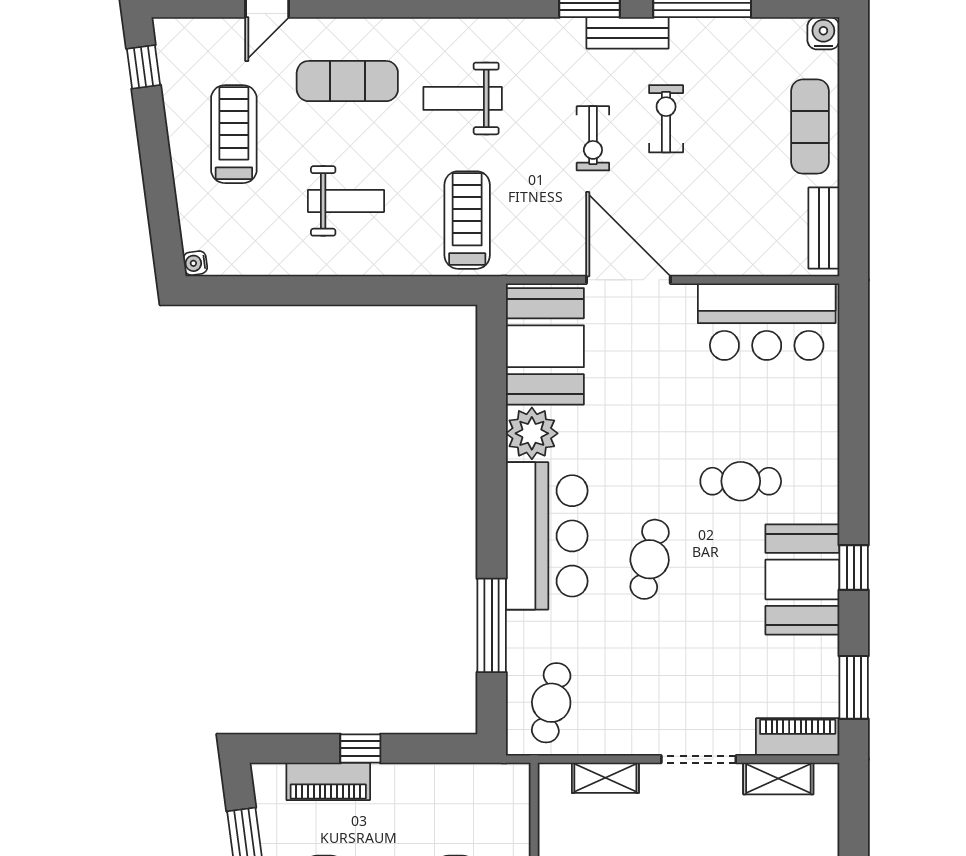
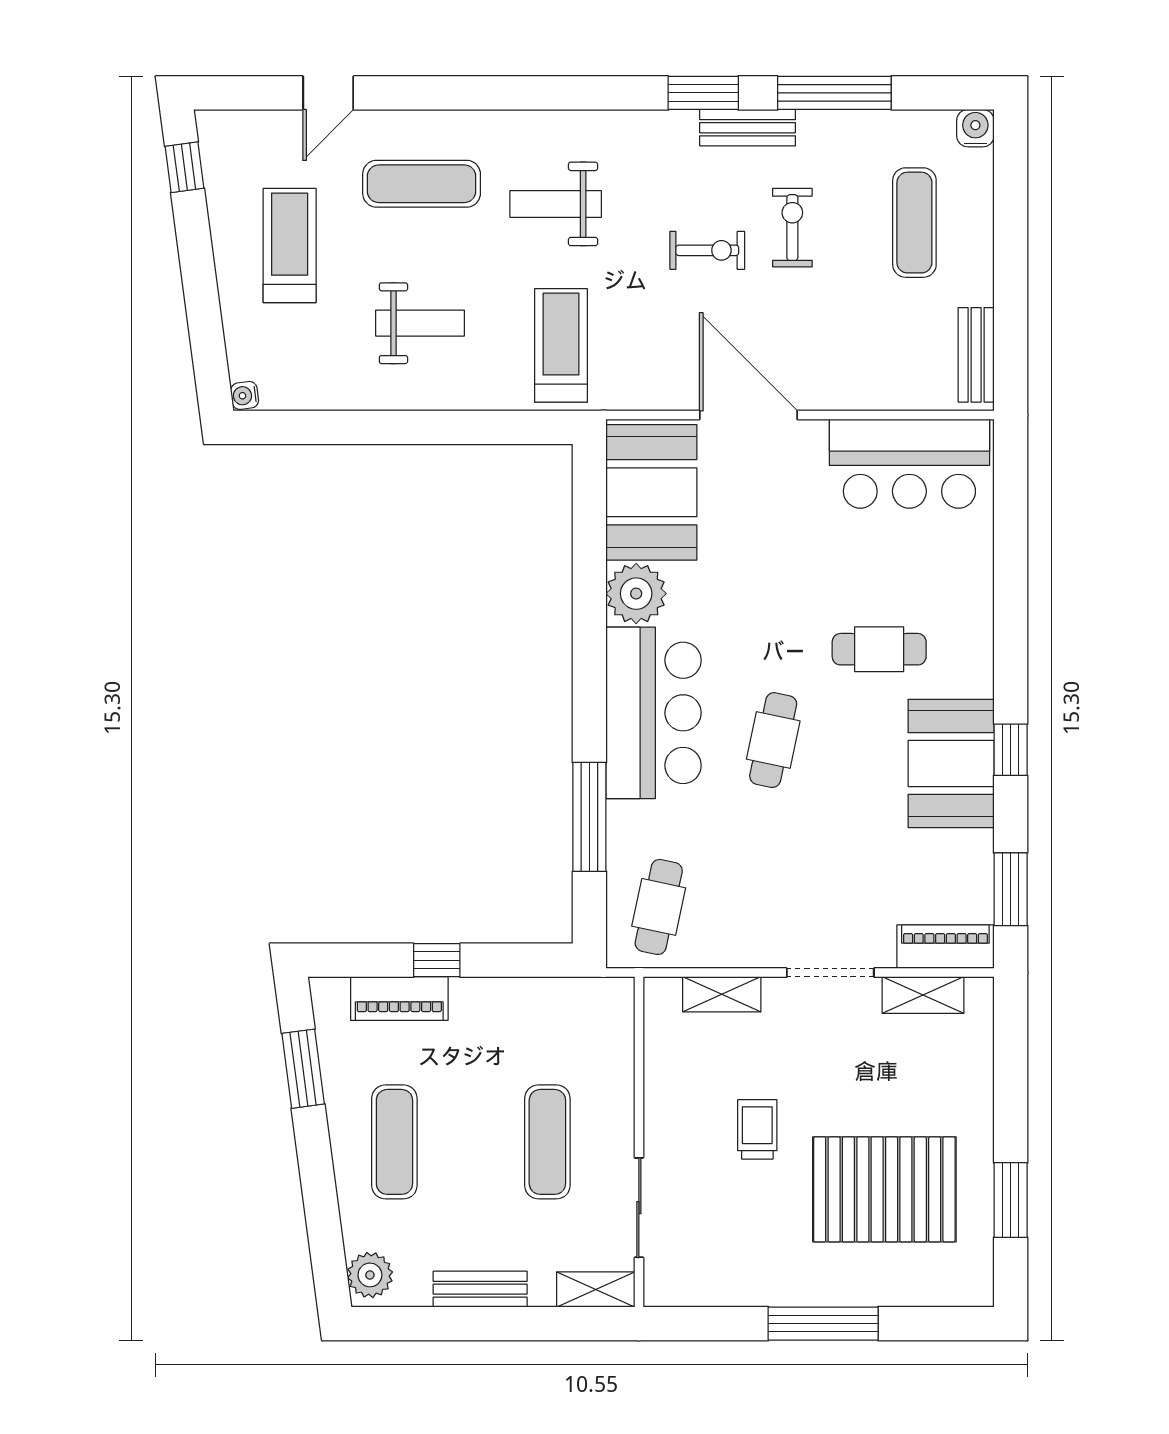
exercise mat: (810, 127) -> (914, 223), moved
exercise bike: (593, 138) -> (707, 250), turned -90

